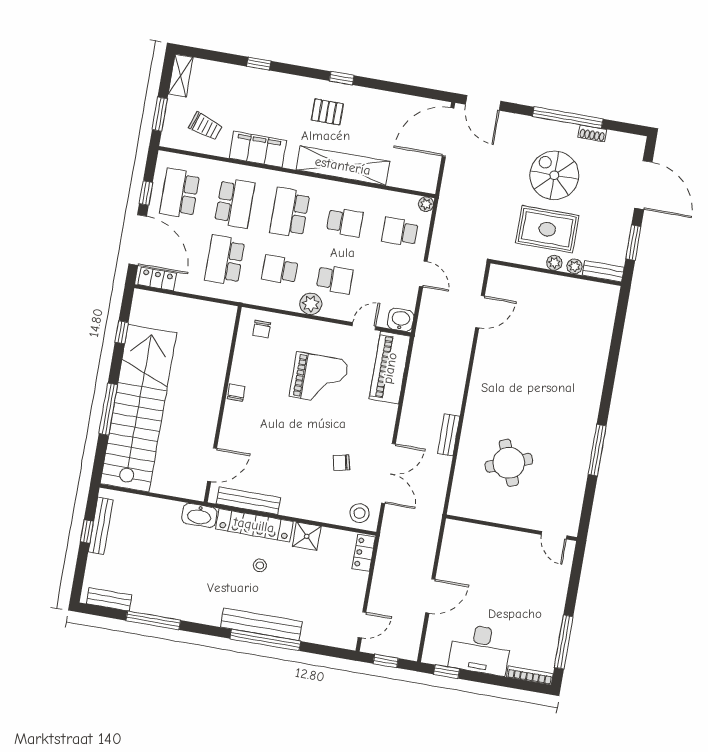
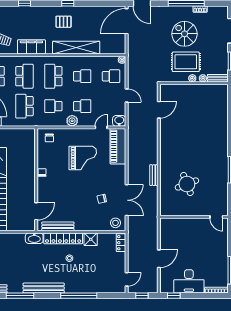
school desk: (400, 232) -> (111, 76), turned 180
bench: (261, 624) -> (44, 288), moved

